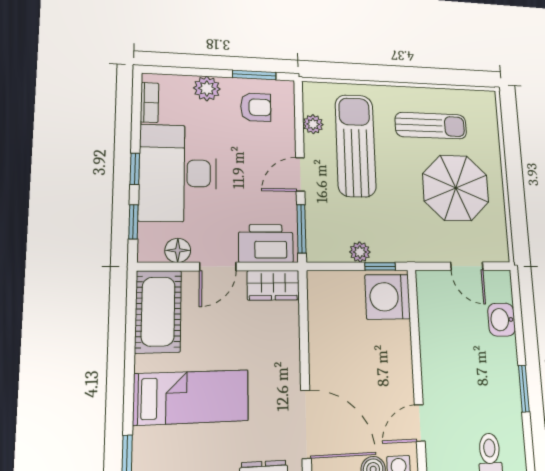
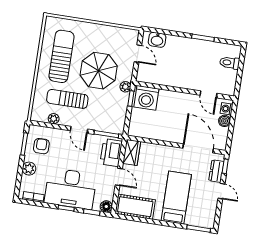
sun lounger: (431, 126) -> (61, 56), width x1.36, depth x1.34
sun lounger: (356, 145) -> (67, 99), width x0.73, depth x0.75
parasol: (456, 188) -> (99, 71), moved
floor lamp: (178, 250) -> (106, 206), moved
plant: (360, 252) -> (125, 87), moved
door: (467, 266) -> (138, 54), hinge flipped
washbasin: (502, 320) -> (157, 40), moved
door: (306, 424) -> (198, 148), hinge flipped

